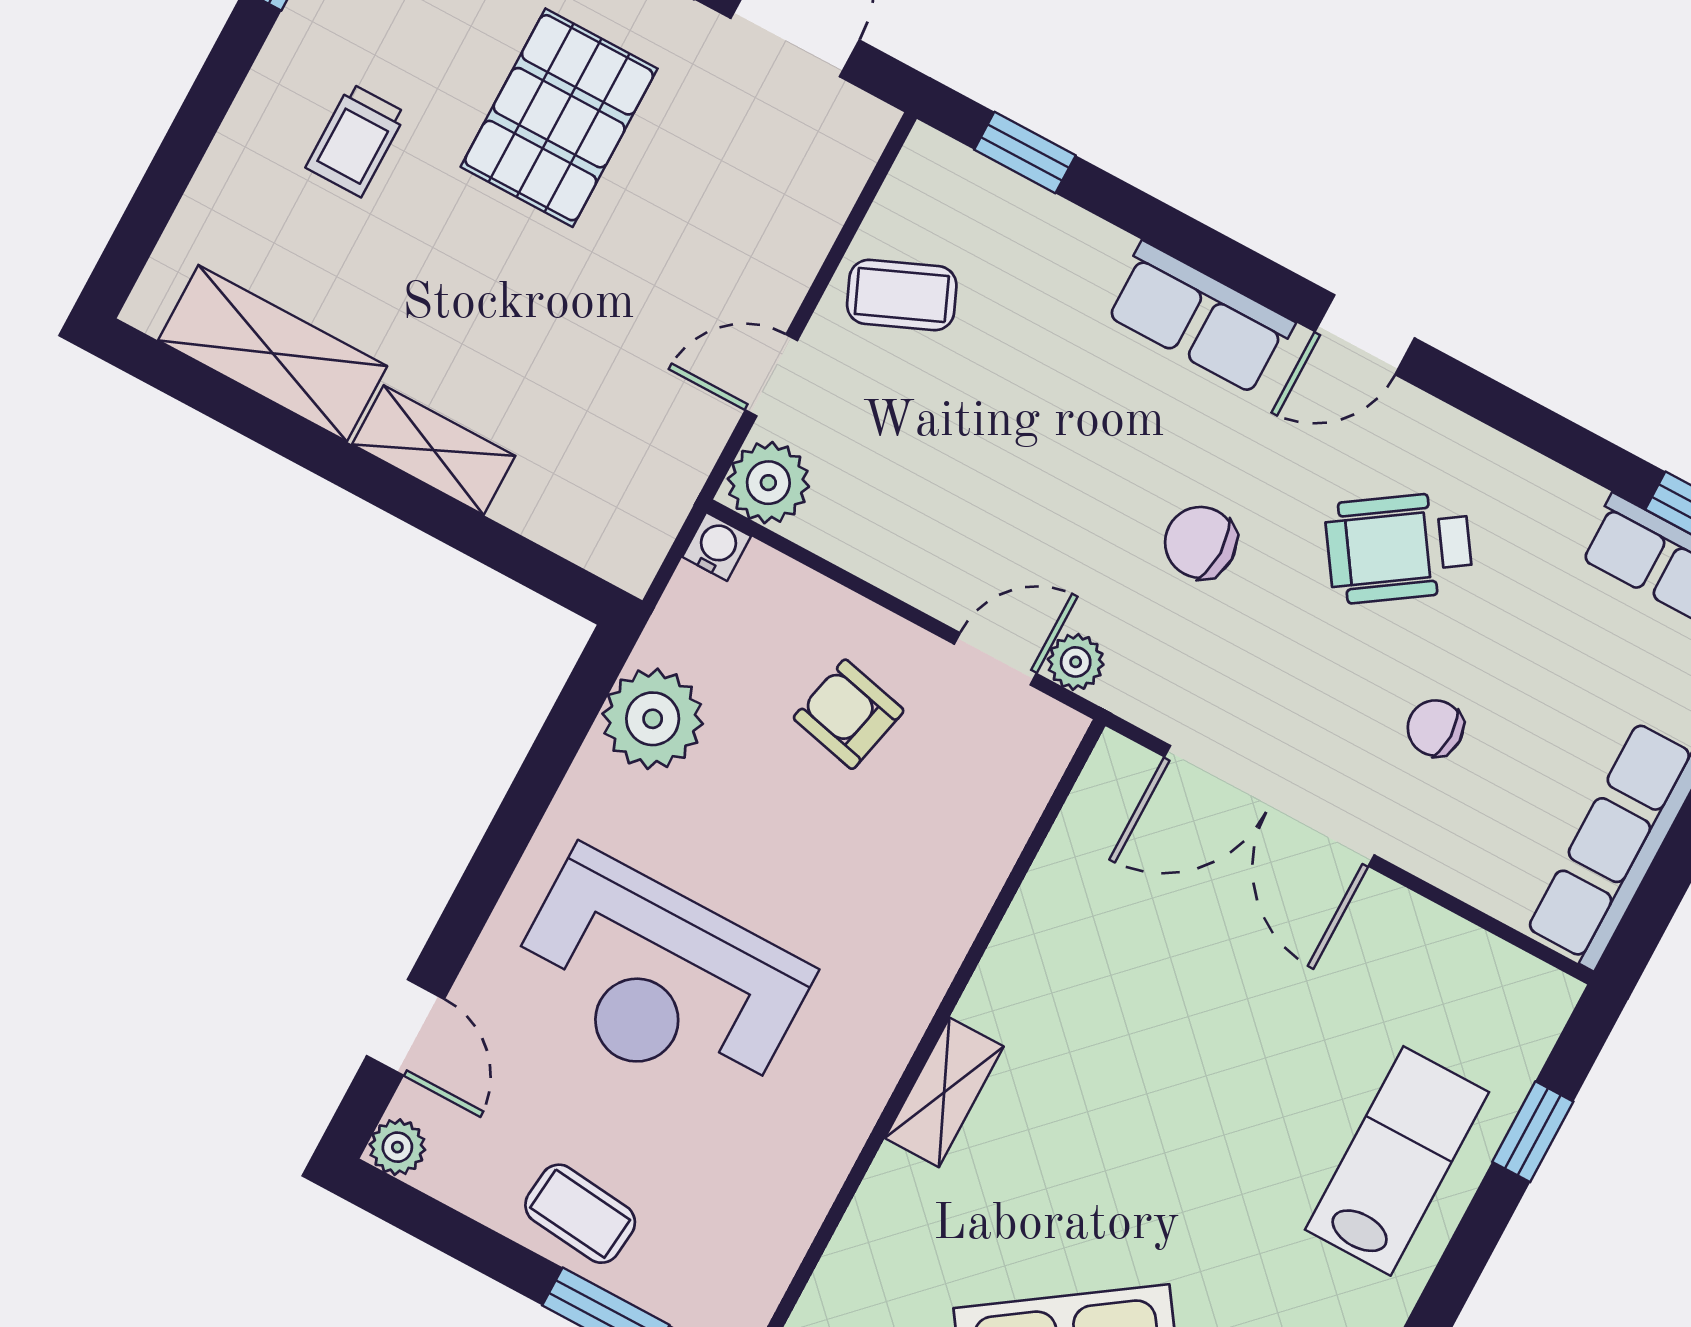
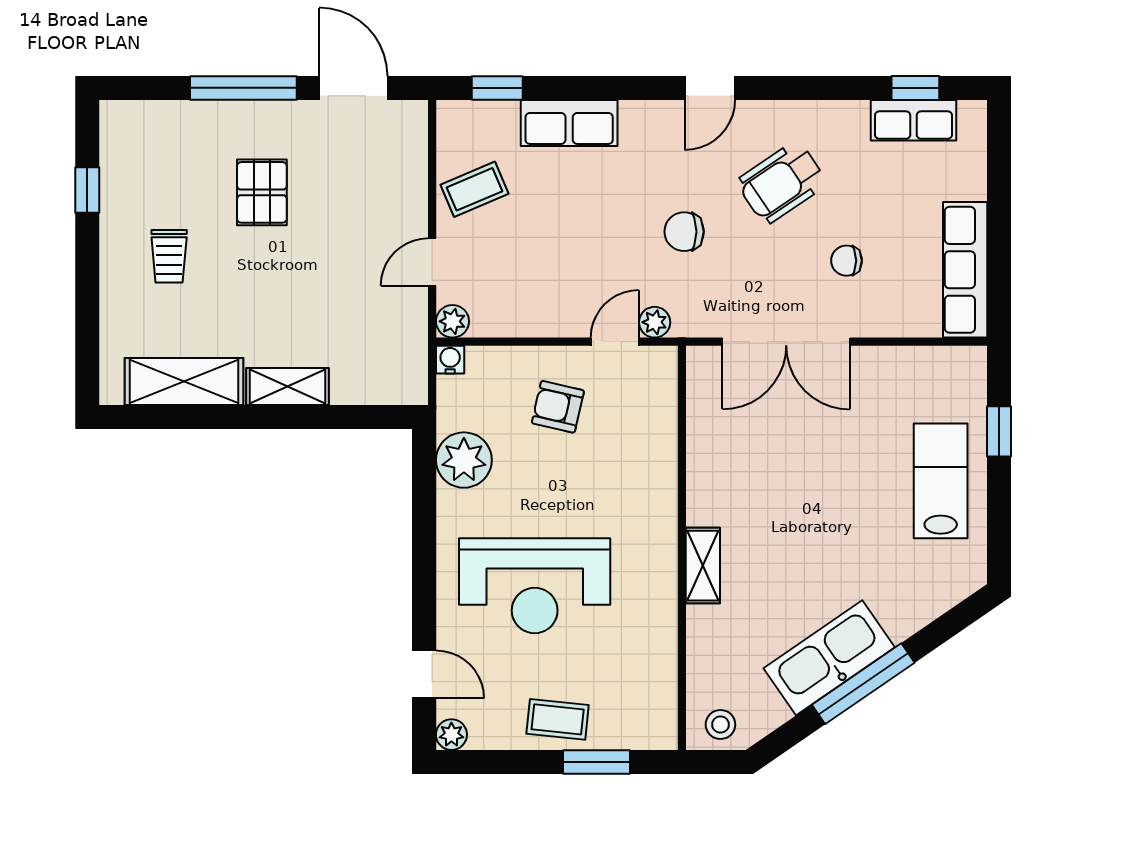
pallet: (559, 118) -> (262, 192), width x0.67, depth x0.71
row of seats: (1199, 318) -> (569, 123), moved
plant: (768, 483) -> (452, 321), width x0.73, depth x0.73

